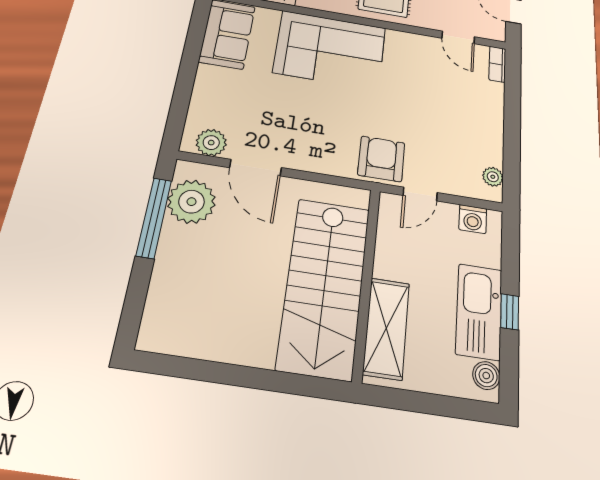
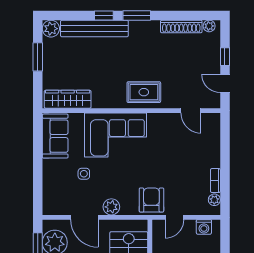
bookcase: (497, 64) -> (215, 181), moved
side table: (267, 98) -> (84, 174), added
plant: (211, 143) -> (111, 207), moved

